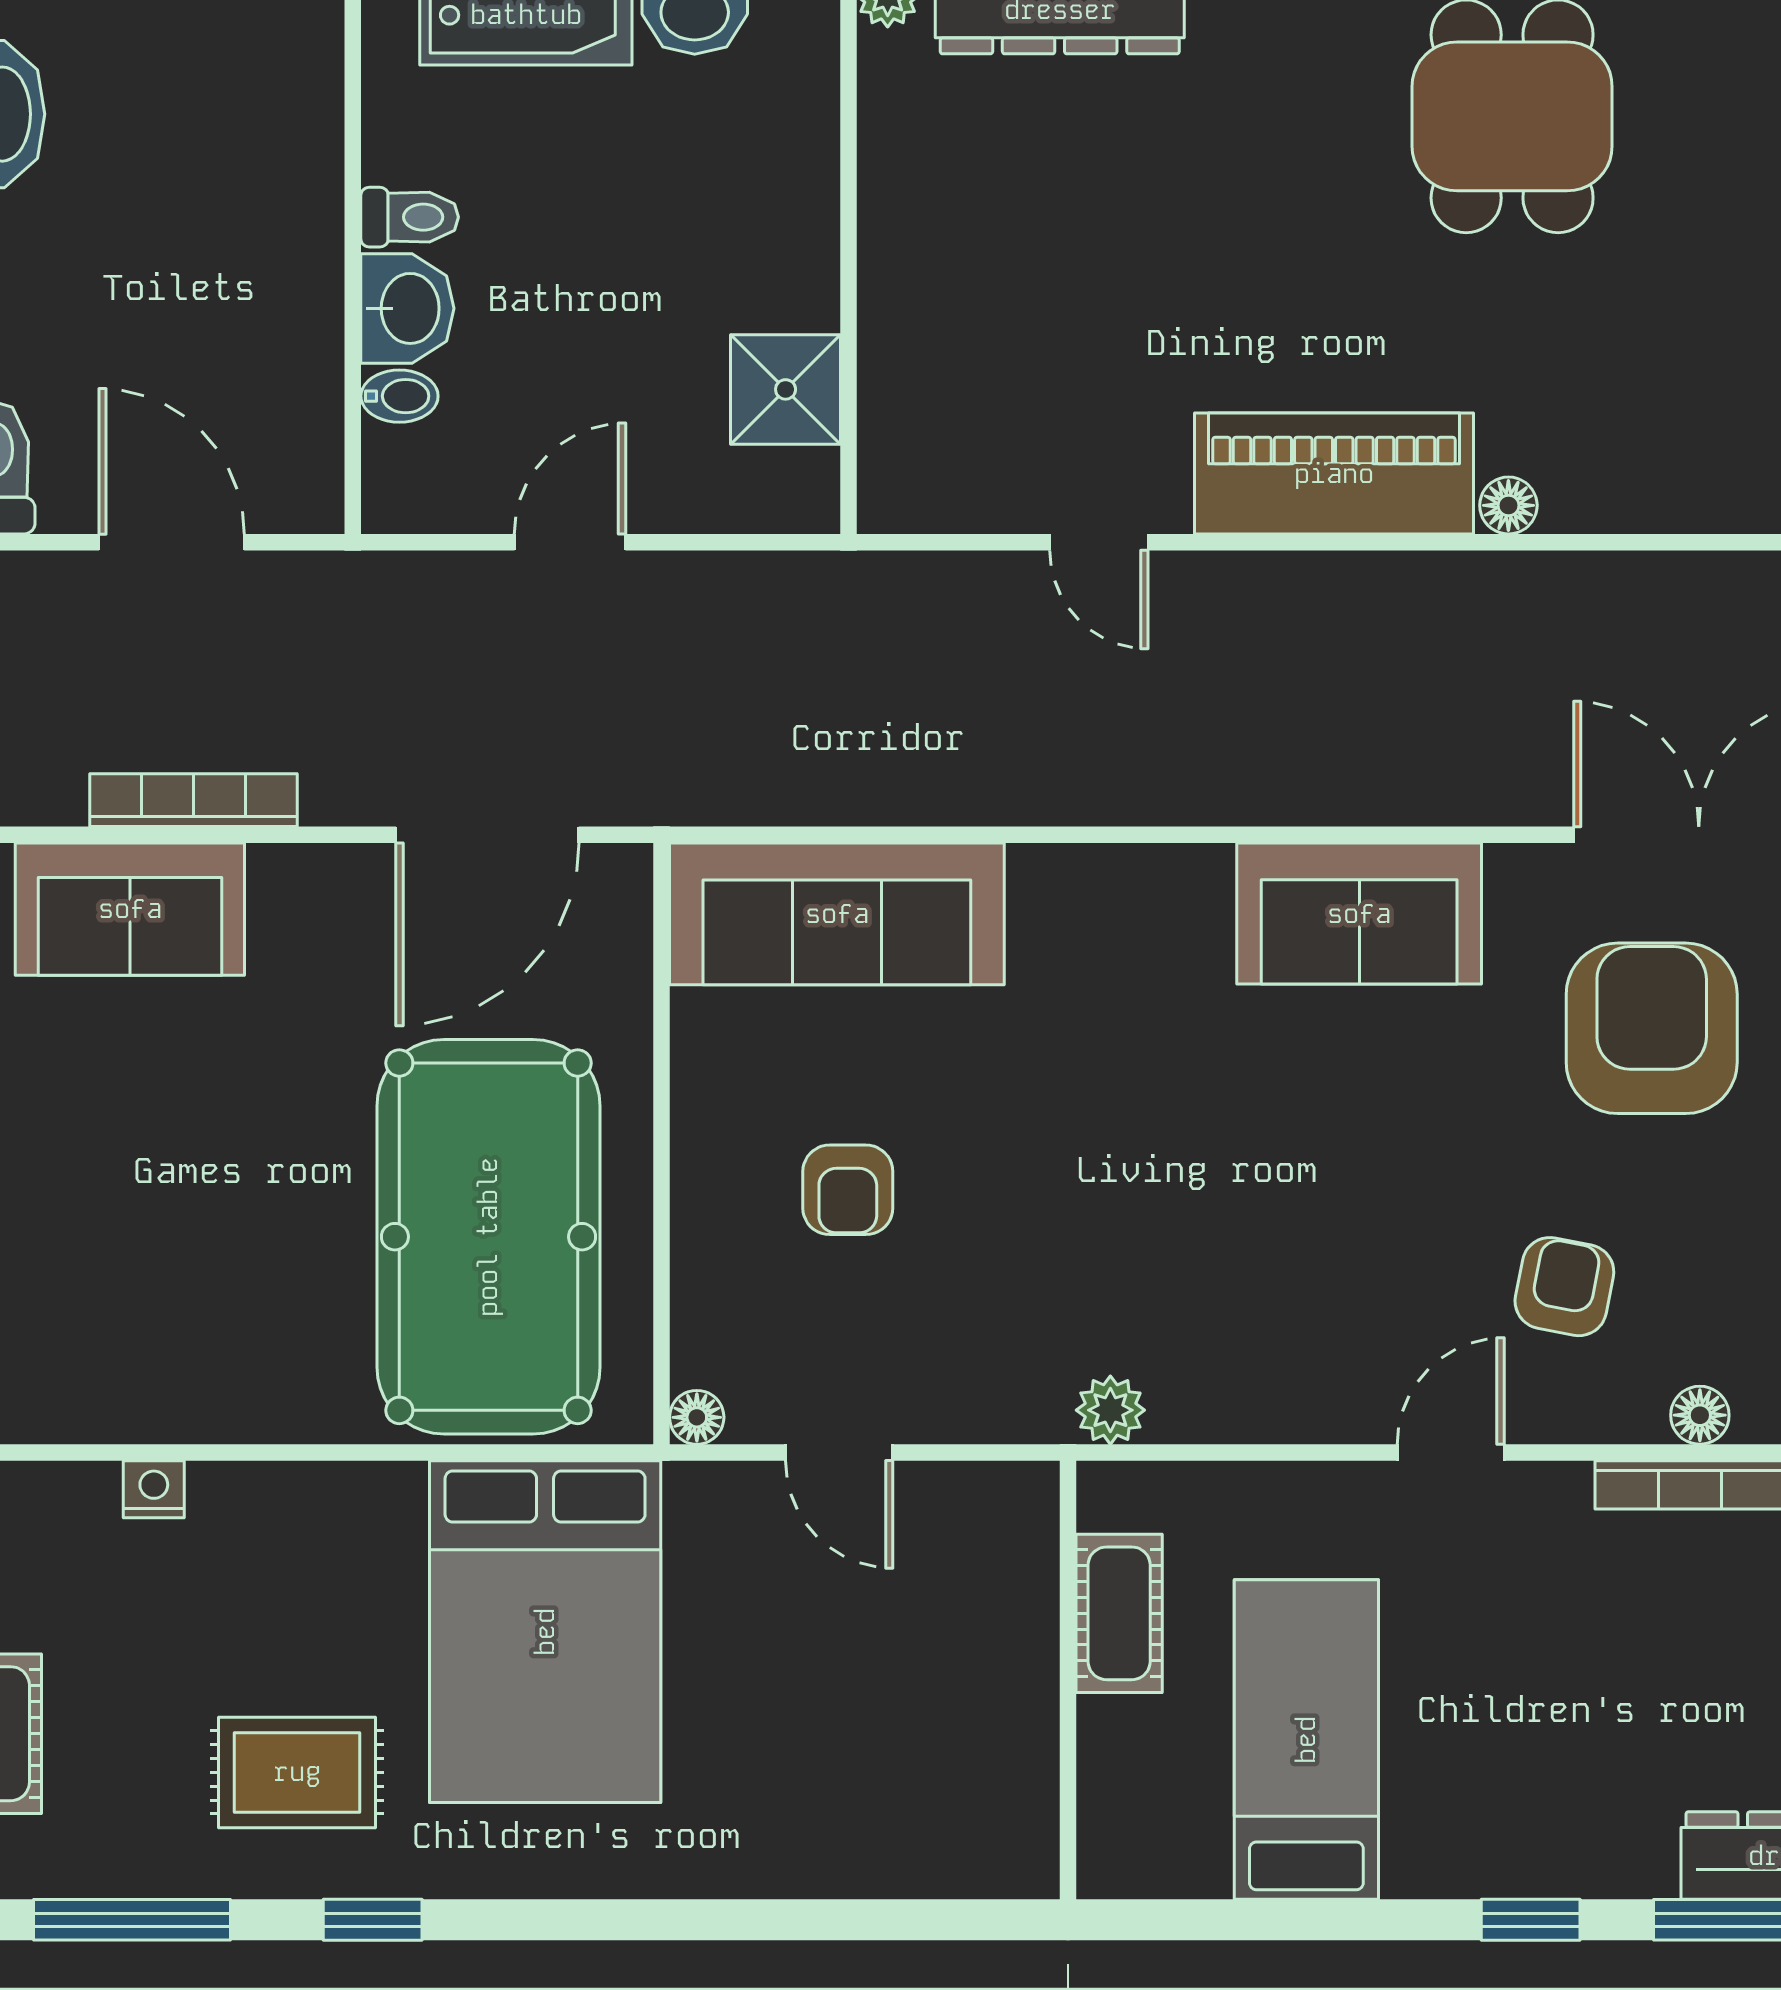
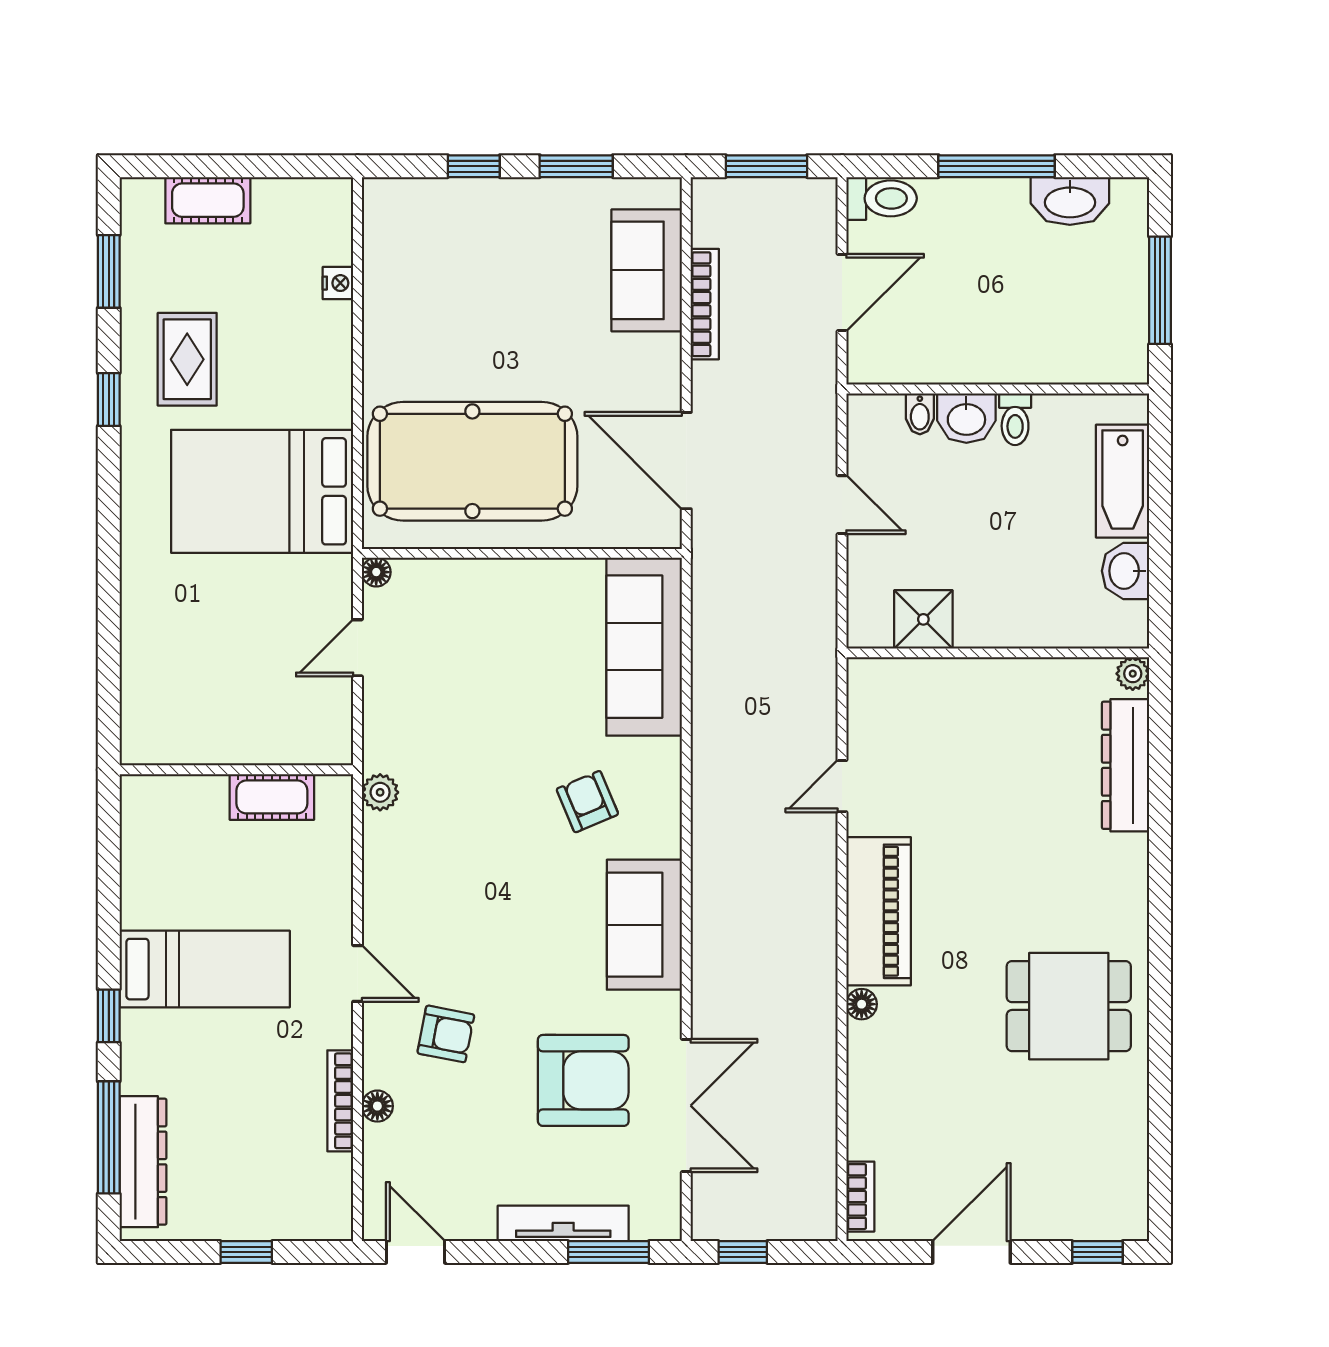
armchair: (848, 1190) -> (587, 802), moved, turned 67
bed: (1306, 1740) -> (205, 969), moved
window: (132, 1920) -> (109, 271), width x0.69

